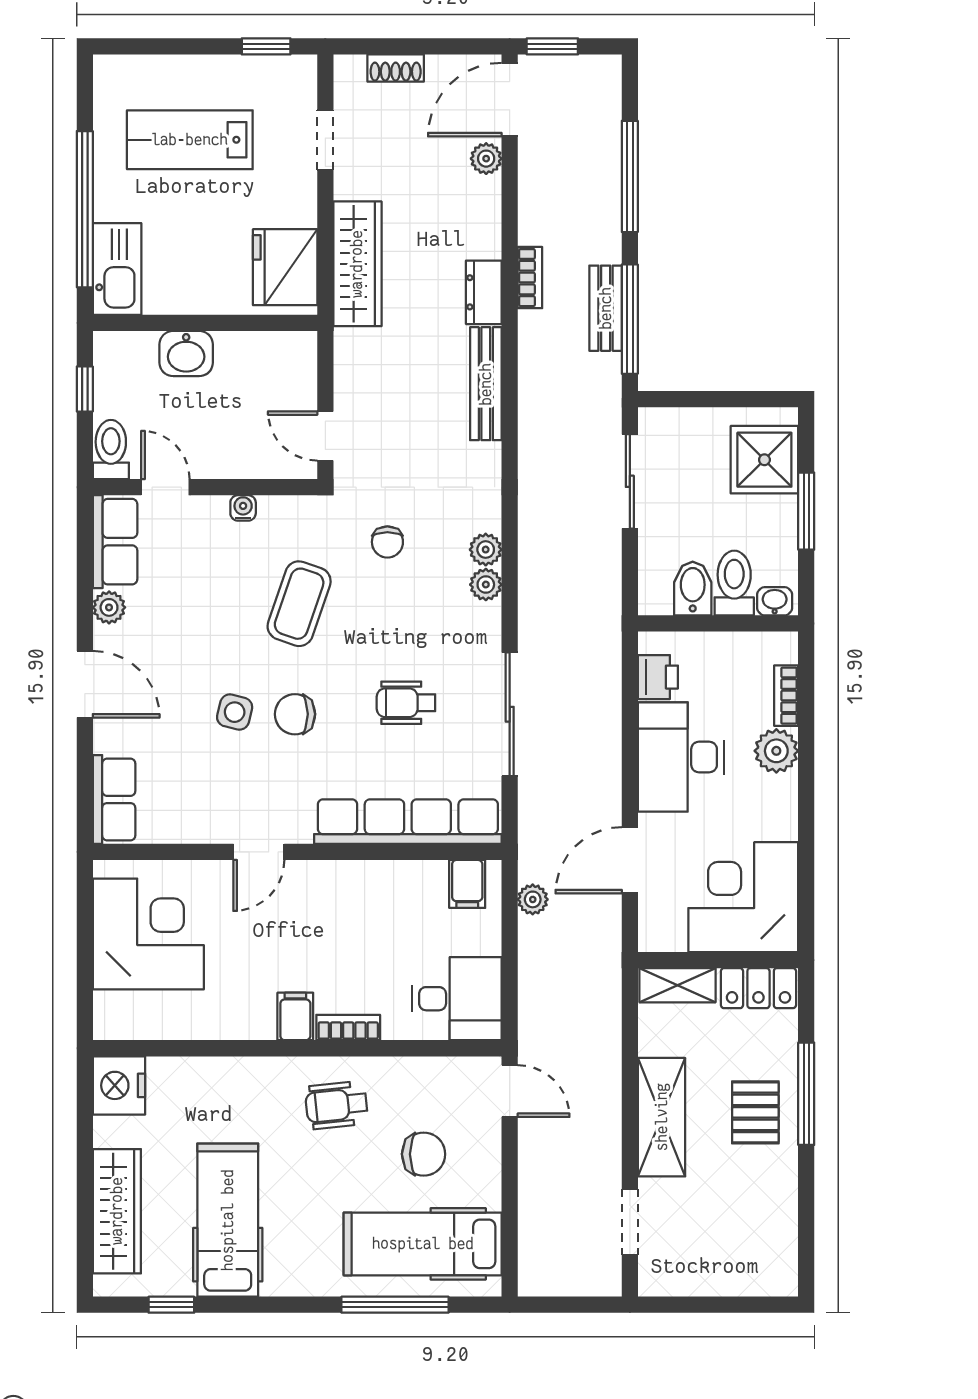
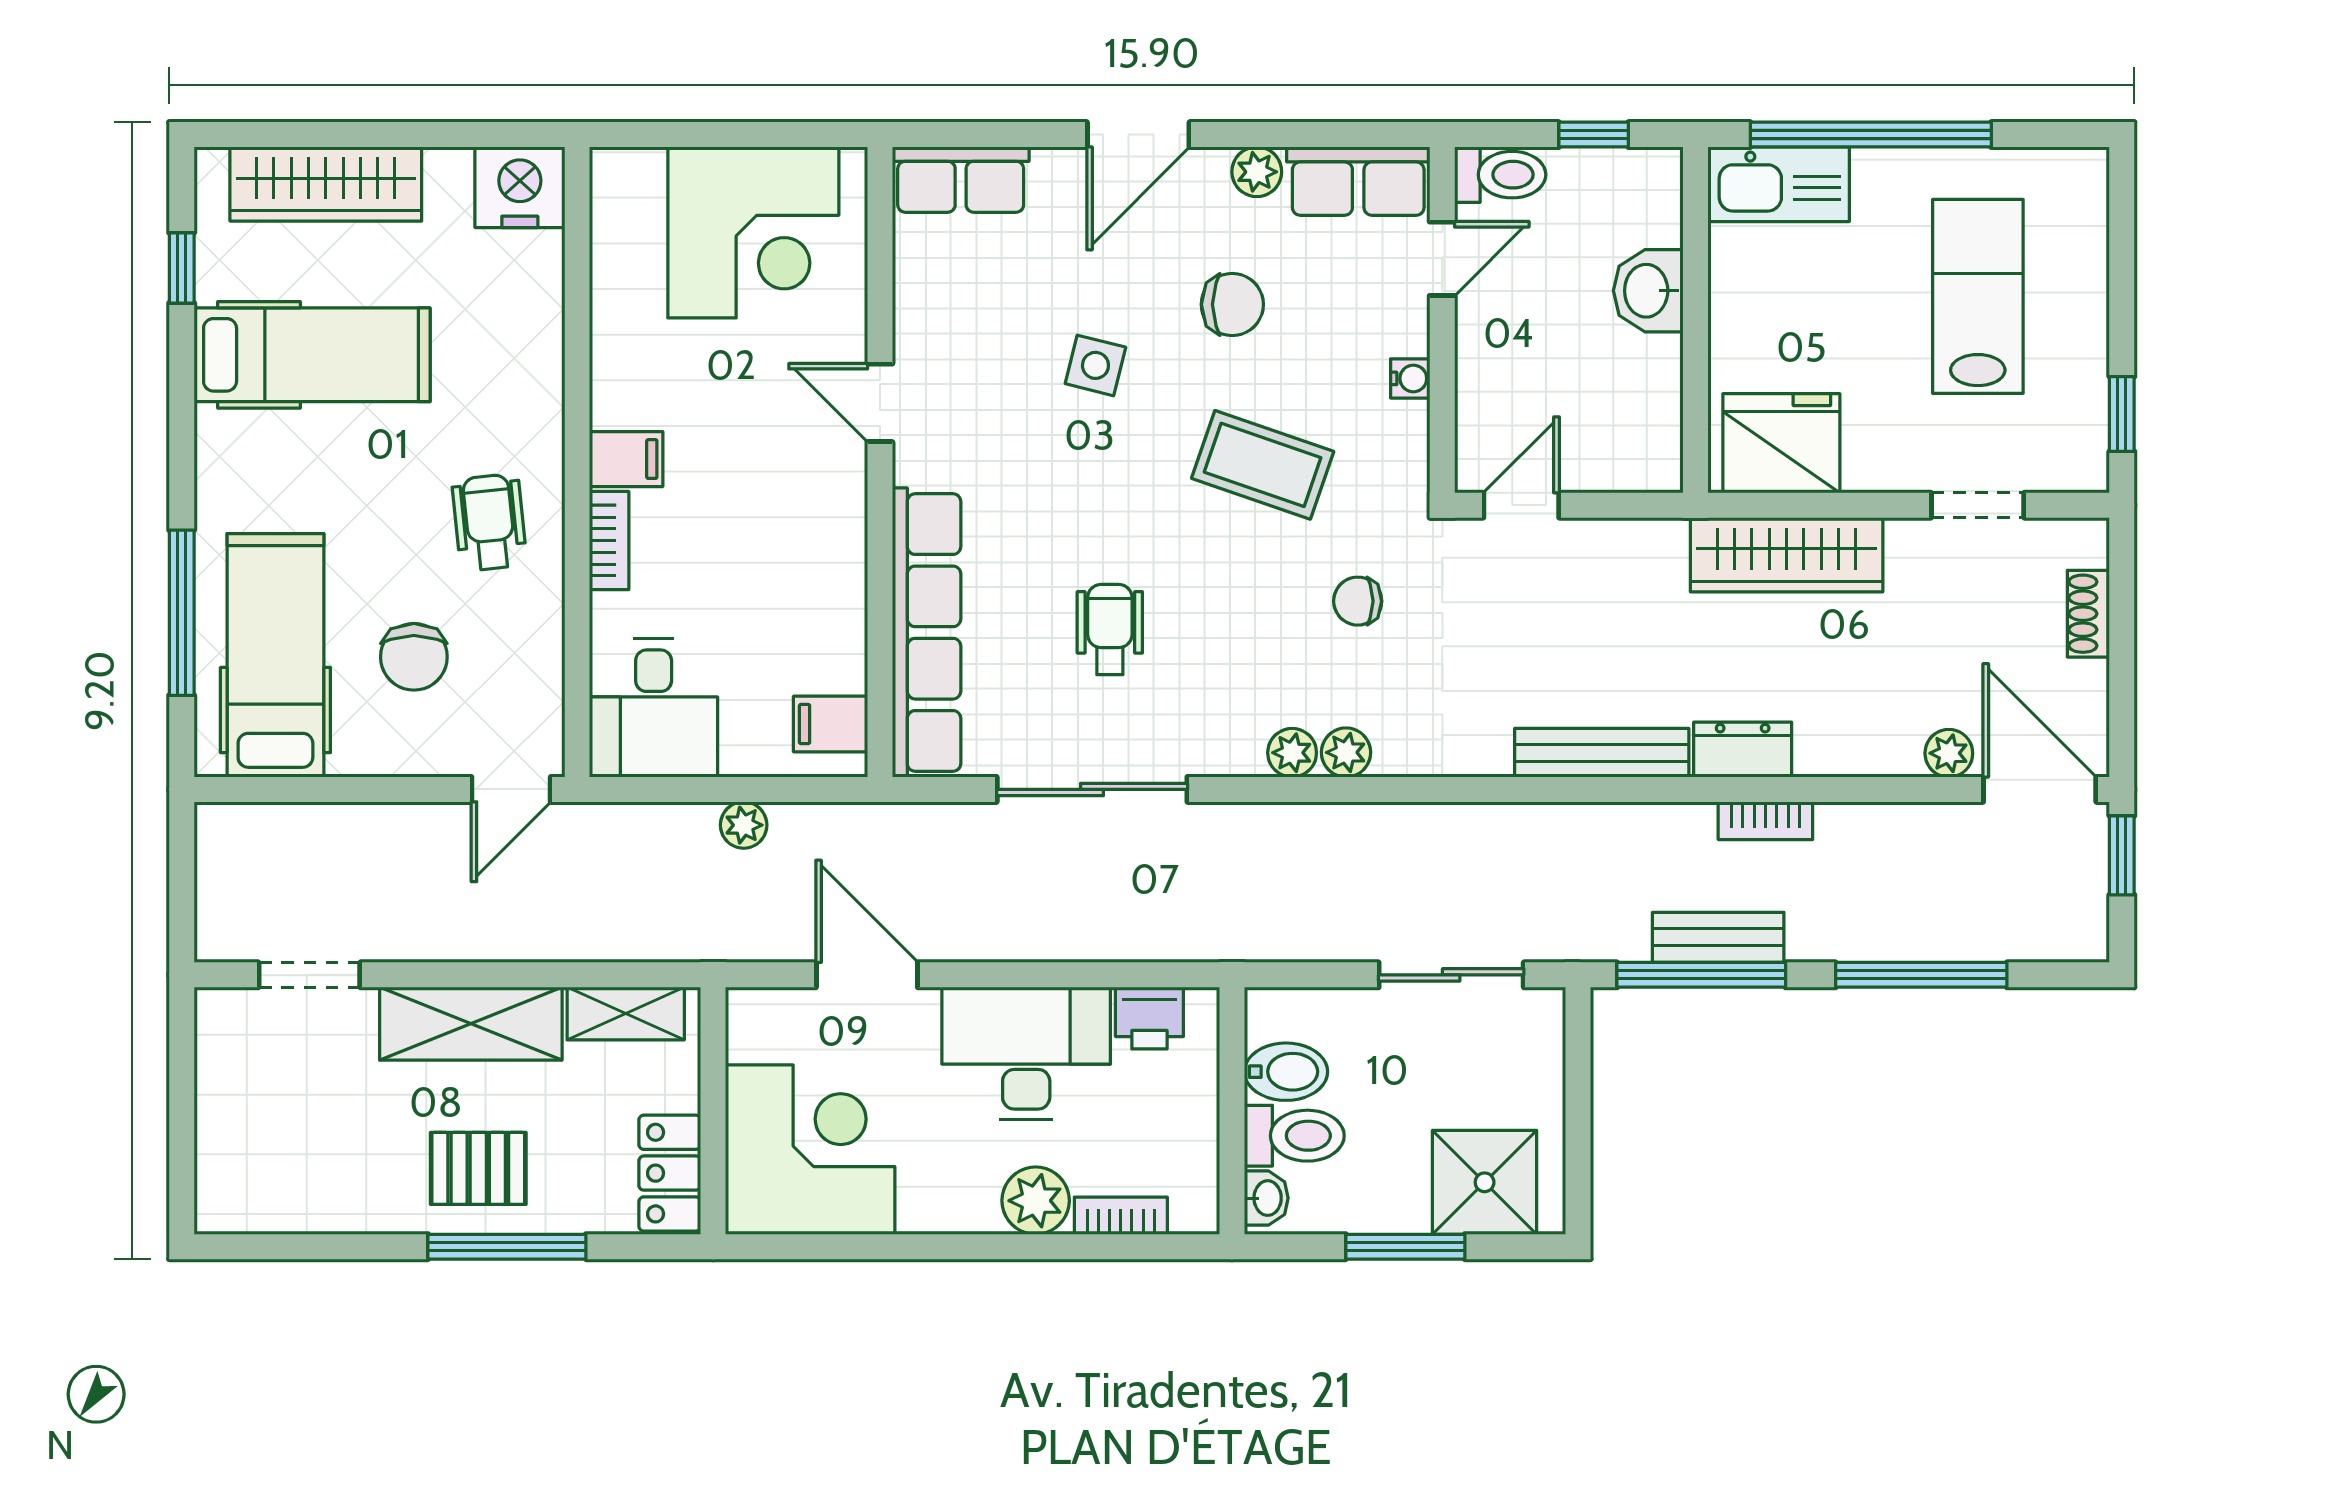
chair: (295, 714) -> (1232, 304), moved, turned 90
plant: (533, 899) -> (744, 825), moved
shelving: (678, 985) -> (626, 1014), moved, turned 90

